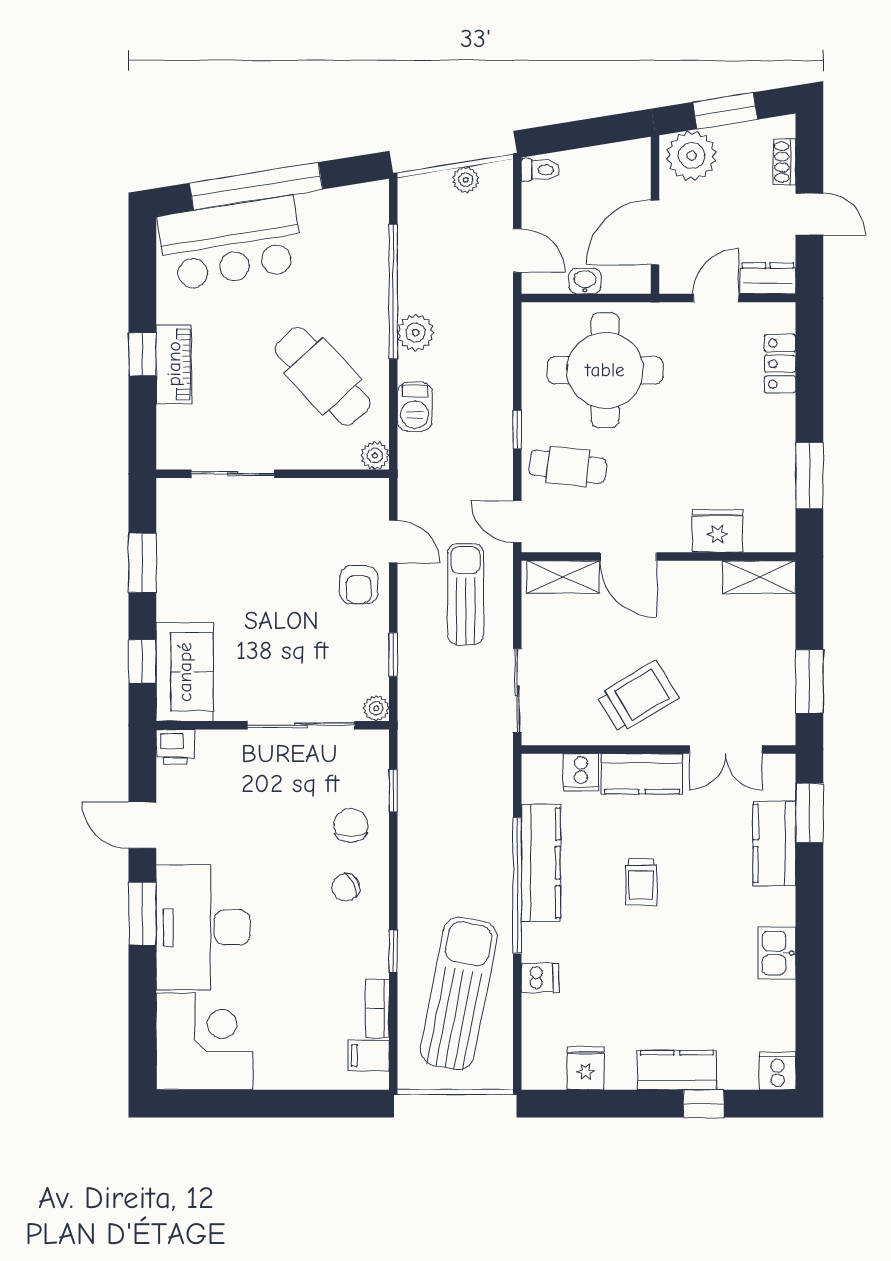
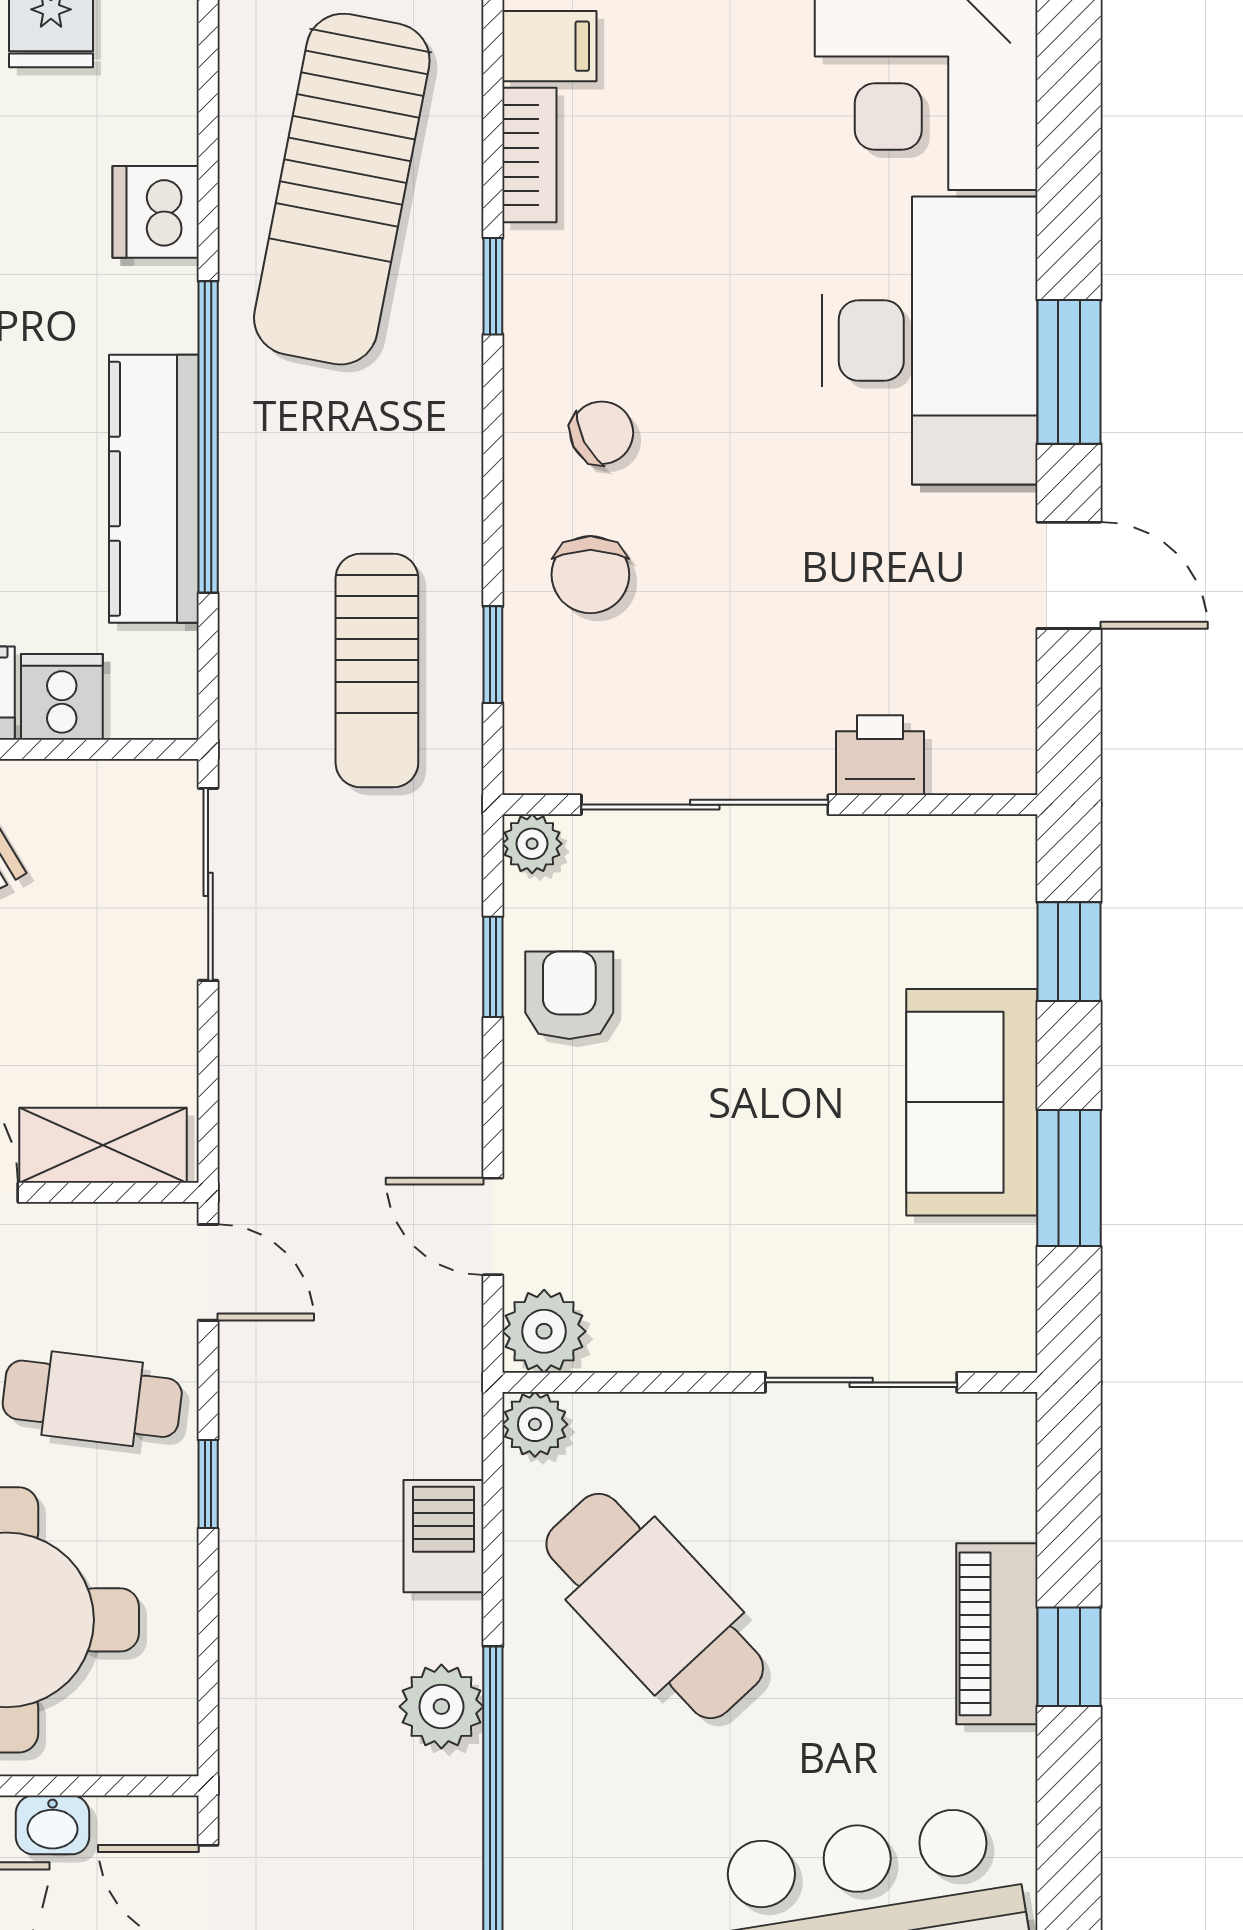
plant: (371, 496) -> (544, 1331), added
armchair: (359, 585) -> (569, 995), moved
sun lounger: (466, 594) -> (377, 671), moved
sofa: (185, 672) -> (972, 1102), moved
printer: (175, 747) -> (880, 755), moved
dishwasher: (540, 978) -> (156, 212), width x1.38

